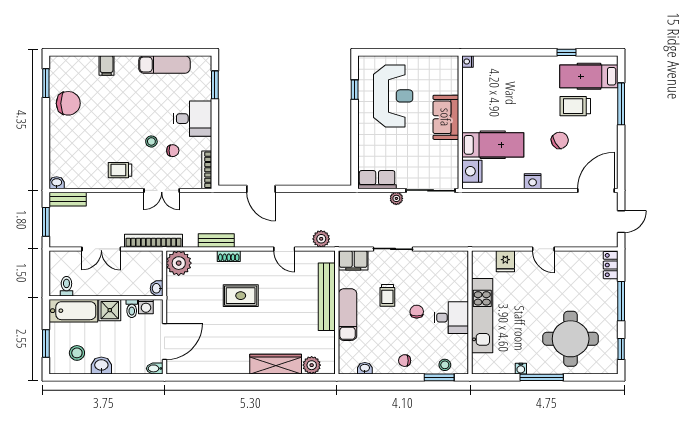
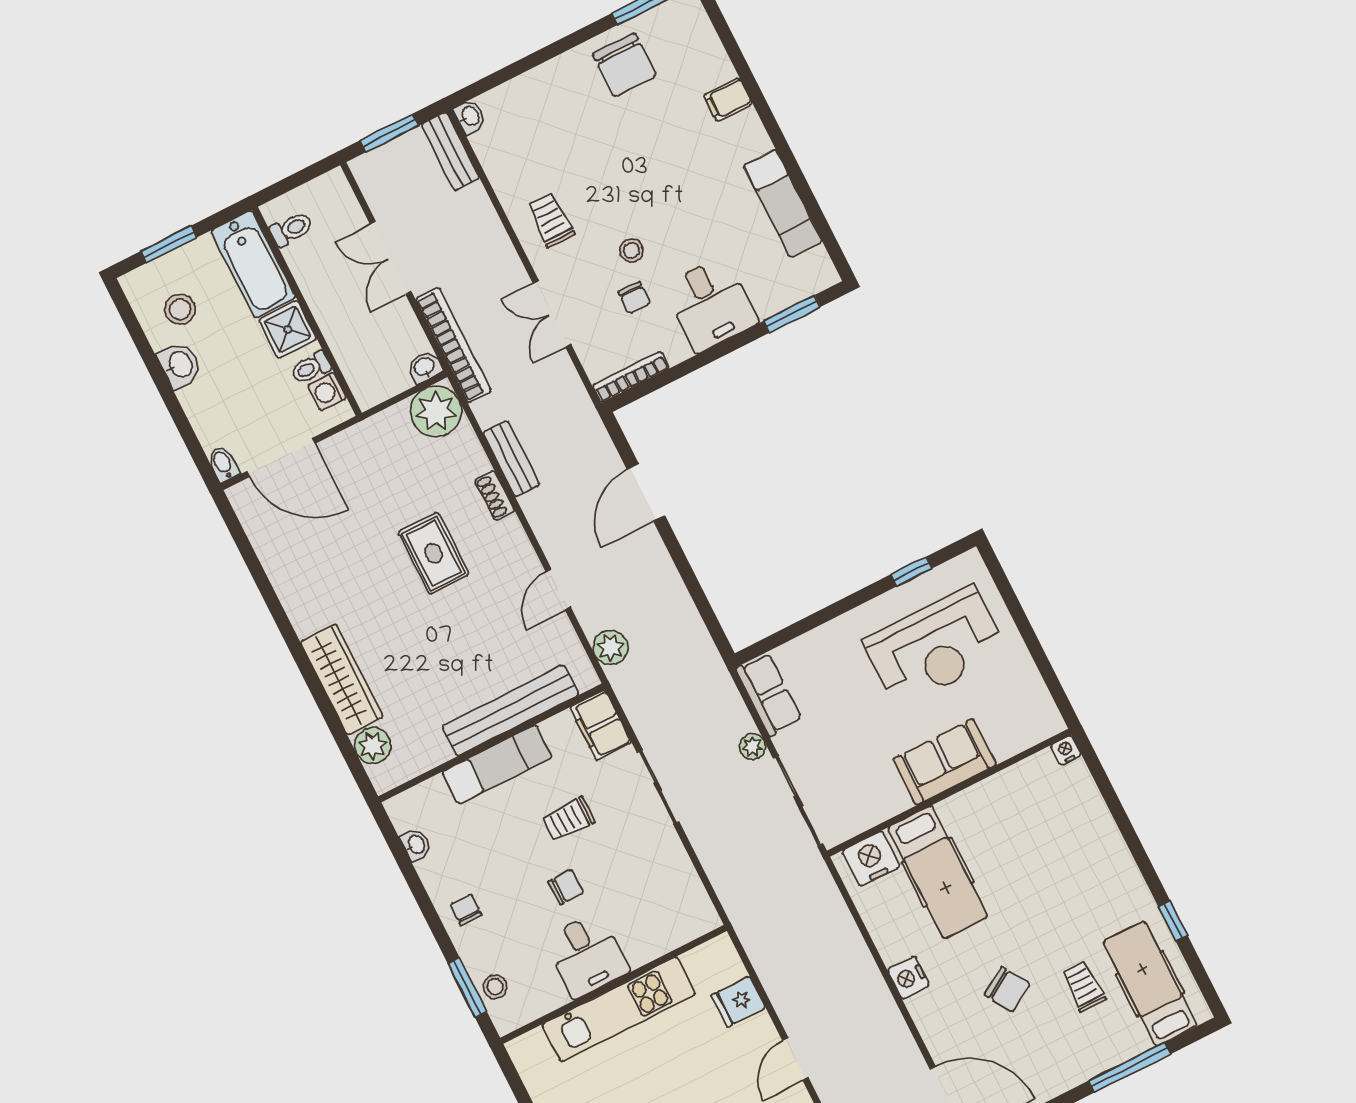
trolley: (575, 106) -> (1083, 986), width x0.73, depth x0.72
washbasin: (157, 288) -> (425, 367), moved

